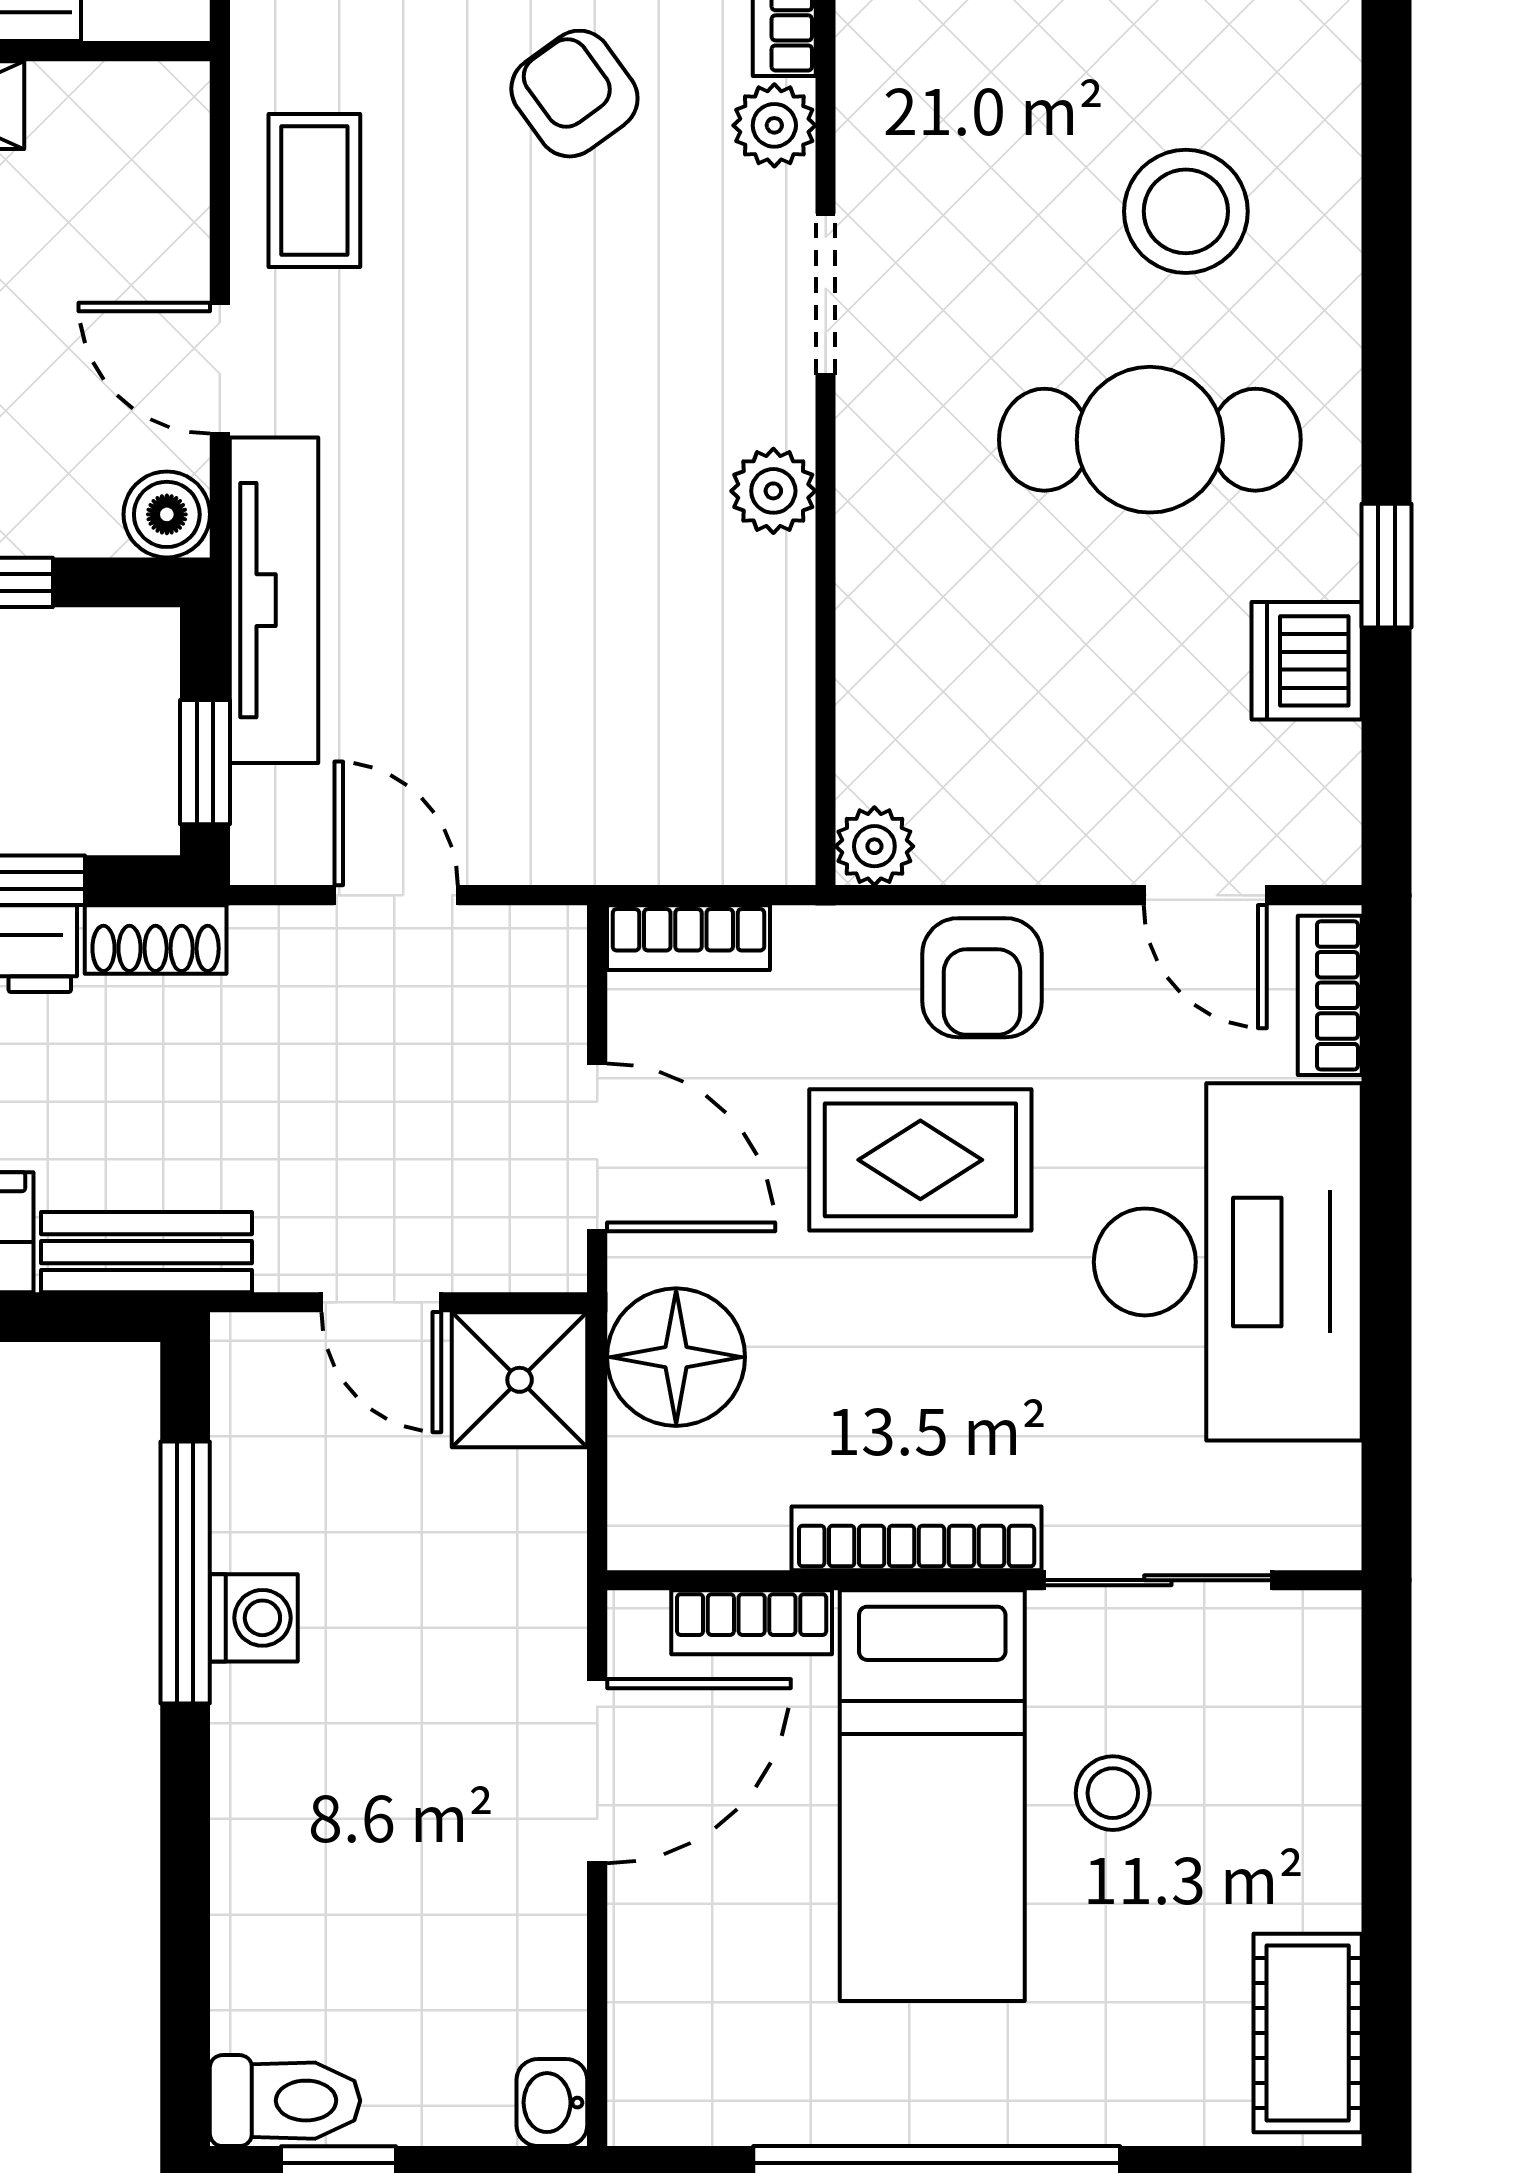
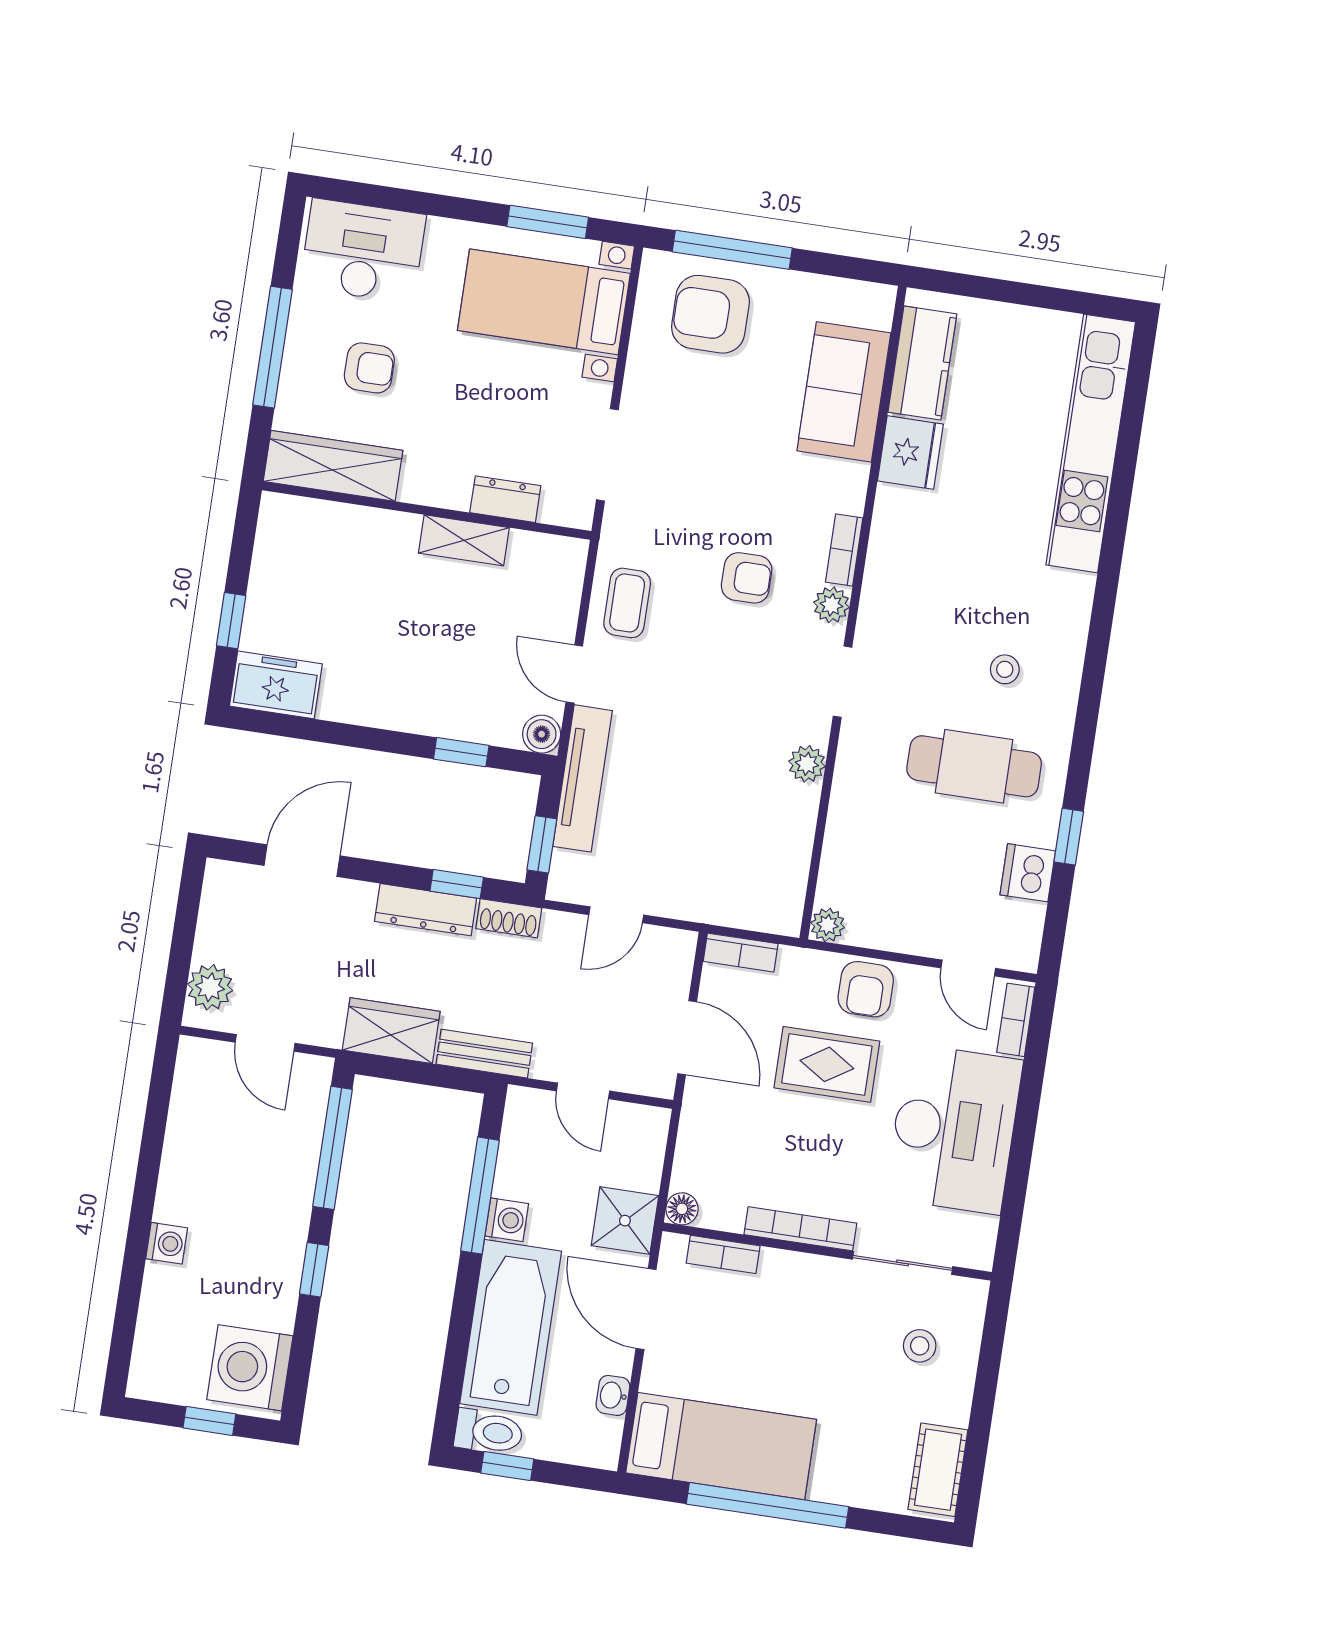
armchair: (574, 94) -> (747, 578), turned 126
stool: (1186, 211) -> (1005, 669), width x0.53, depth x0.53
door: (396, 895) -> (616, 915), swing flipped
floor lamp: (676, 1357) -> (682, 1209), moved, width x0.53, depth x0.53
shower: (520, 1380) -> (625, 1221), moved
door: (597, 1771) -> (646, 1309), swing flipped
stool: (1113, 1793) -> (920, 1346), moved
bed: (932, 1796) -> (721, 1446), moved, turned -90
bathtub: (299, 1858) -> (511, 1327), added
washbasin: (552, 2103) -> (613, 1395), moved

